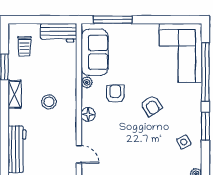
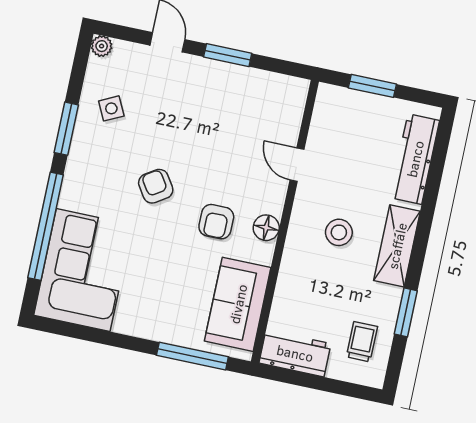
plant: (87, 82) -> (263, 253), removed
shelving: (15, 94) -> (397, 246), width x1.50, depth x1.33
floor lamp: (88, 114) -> (266, 228), moved
door: (79, 154) -> (297, 165), moved

